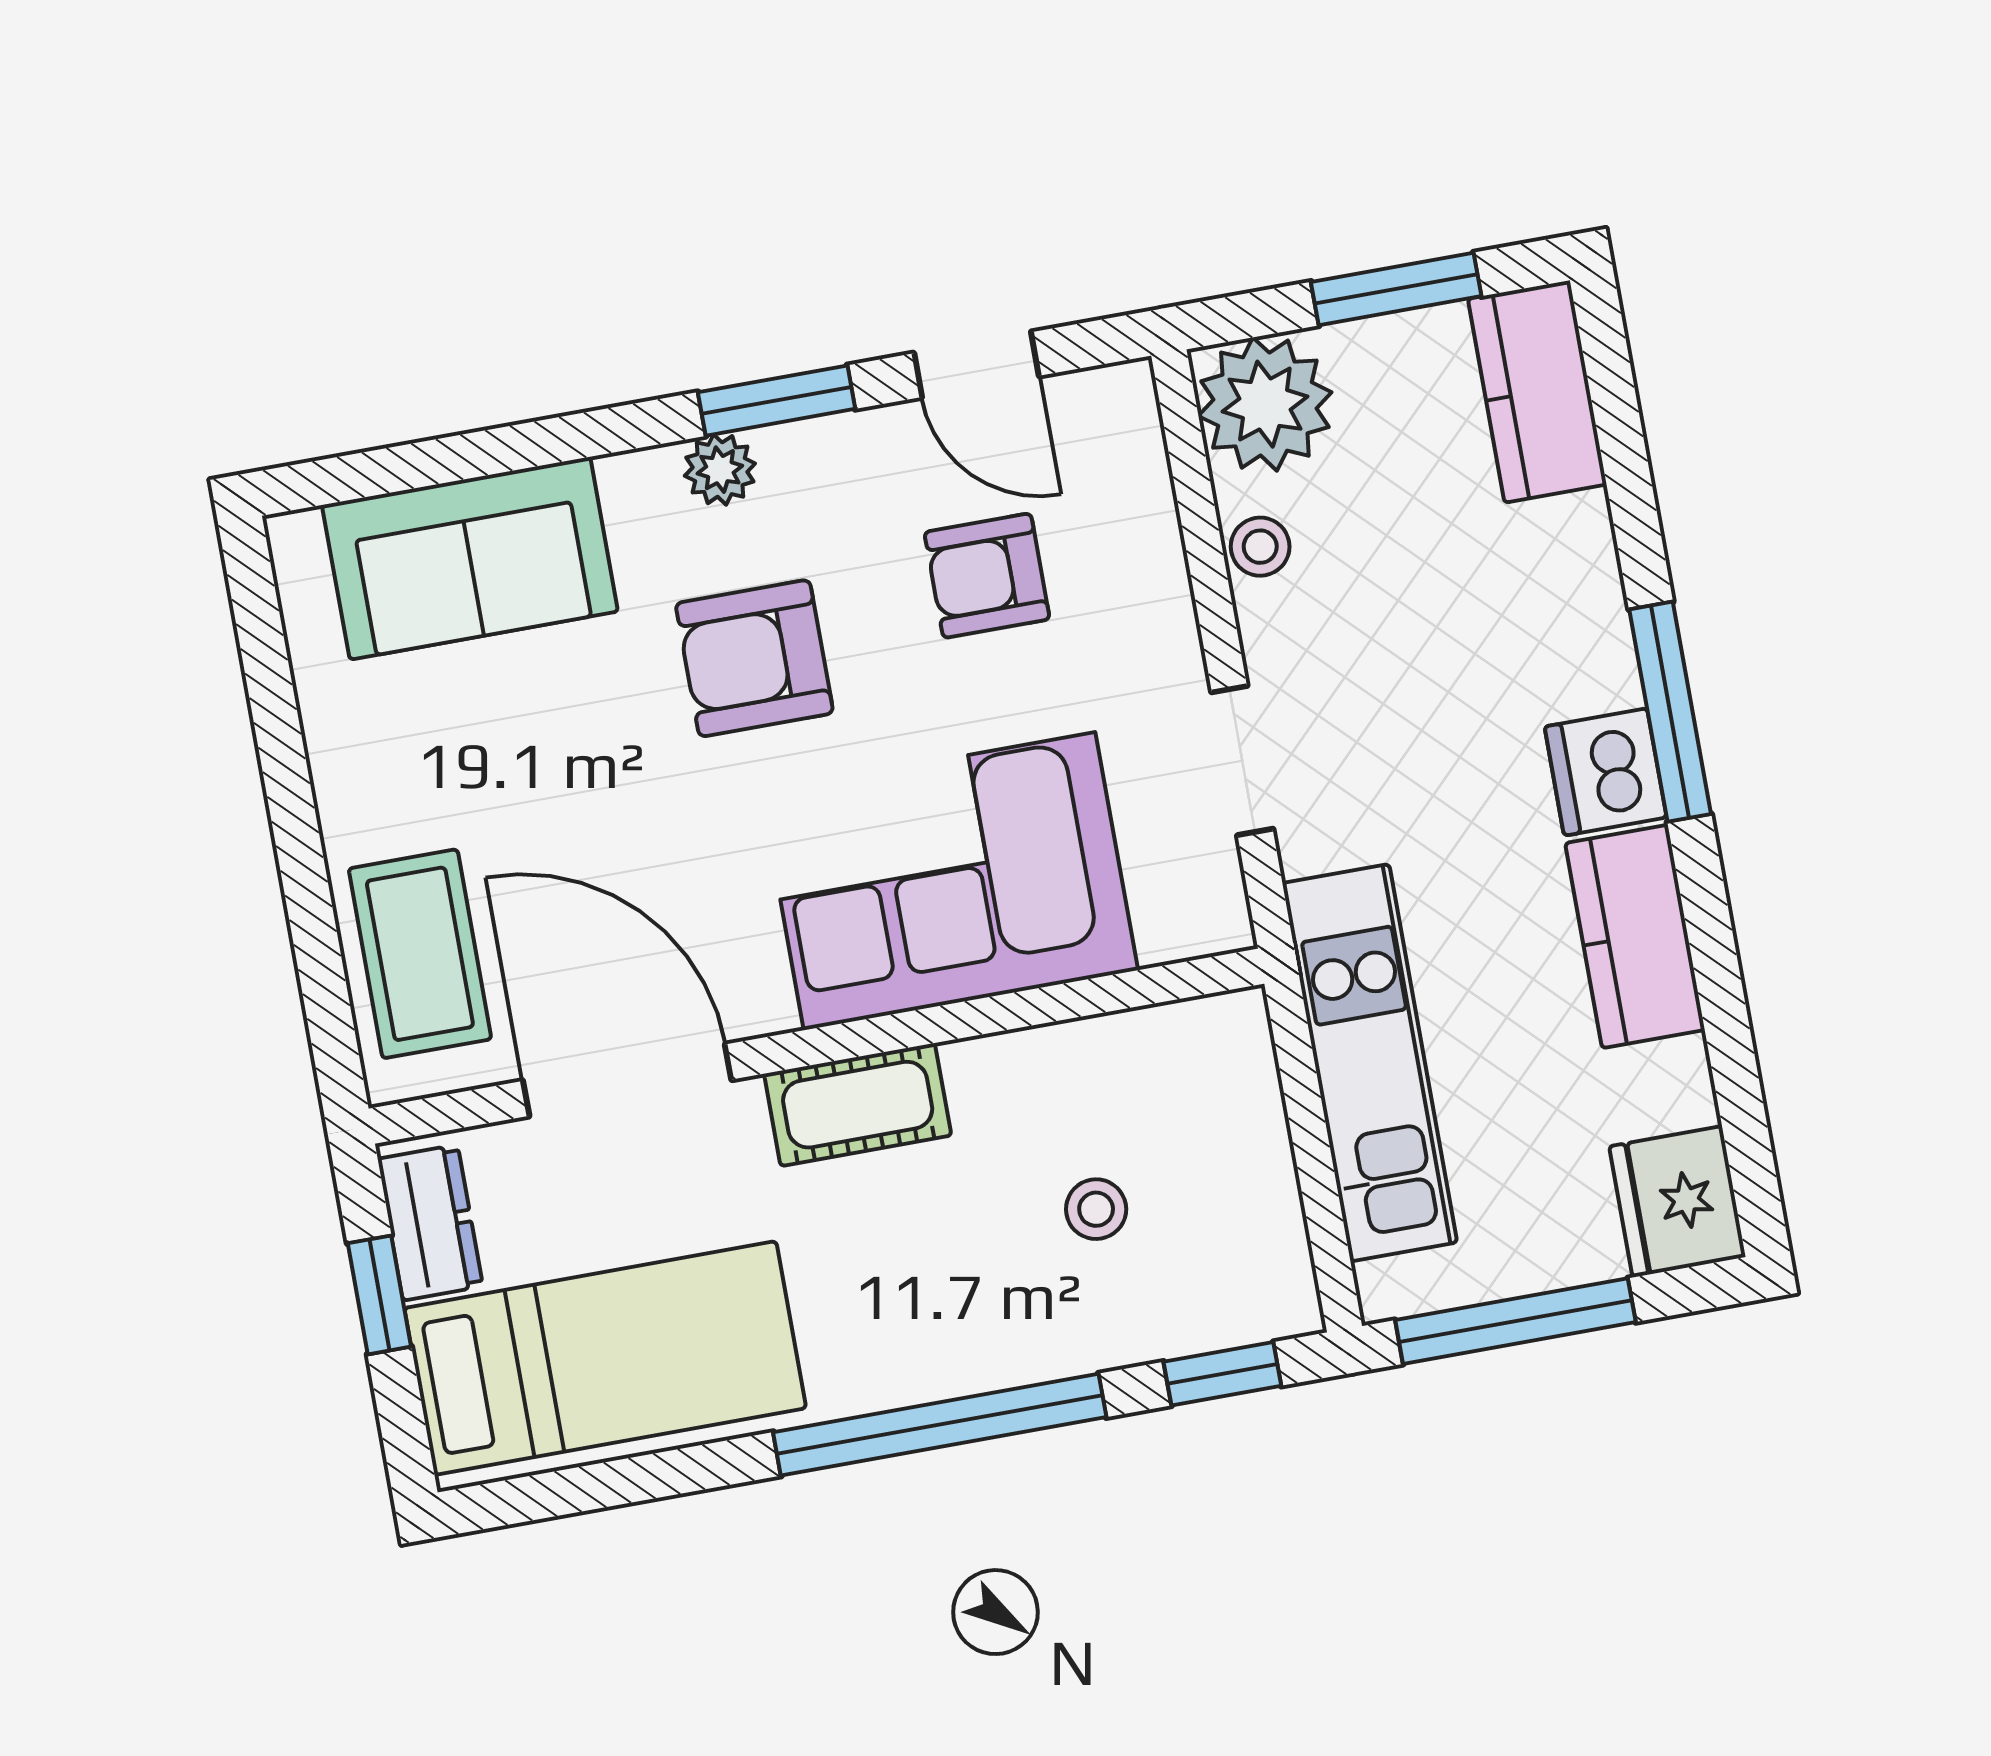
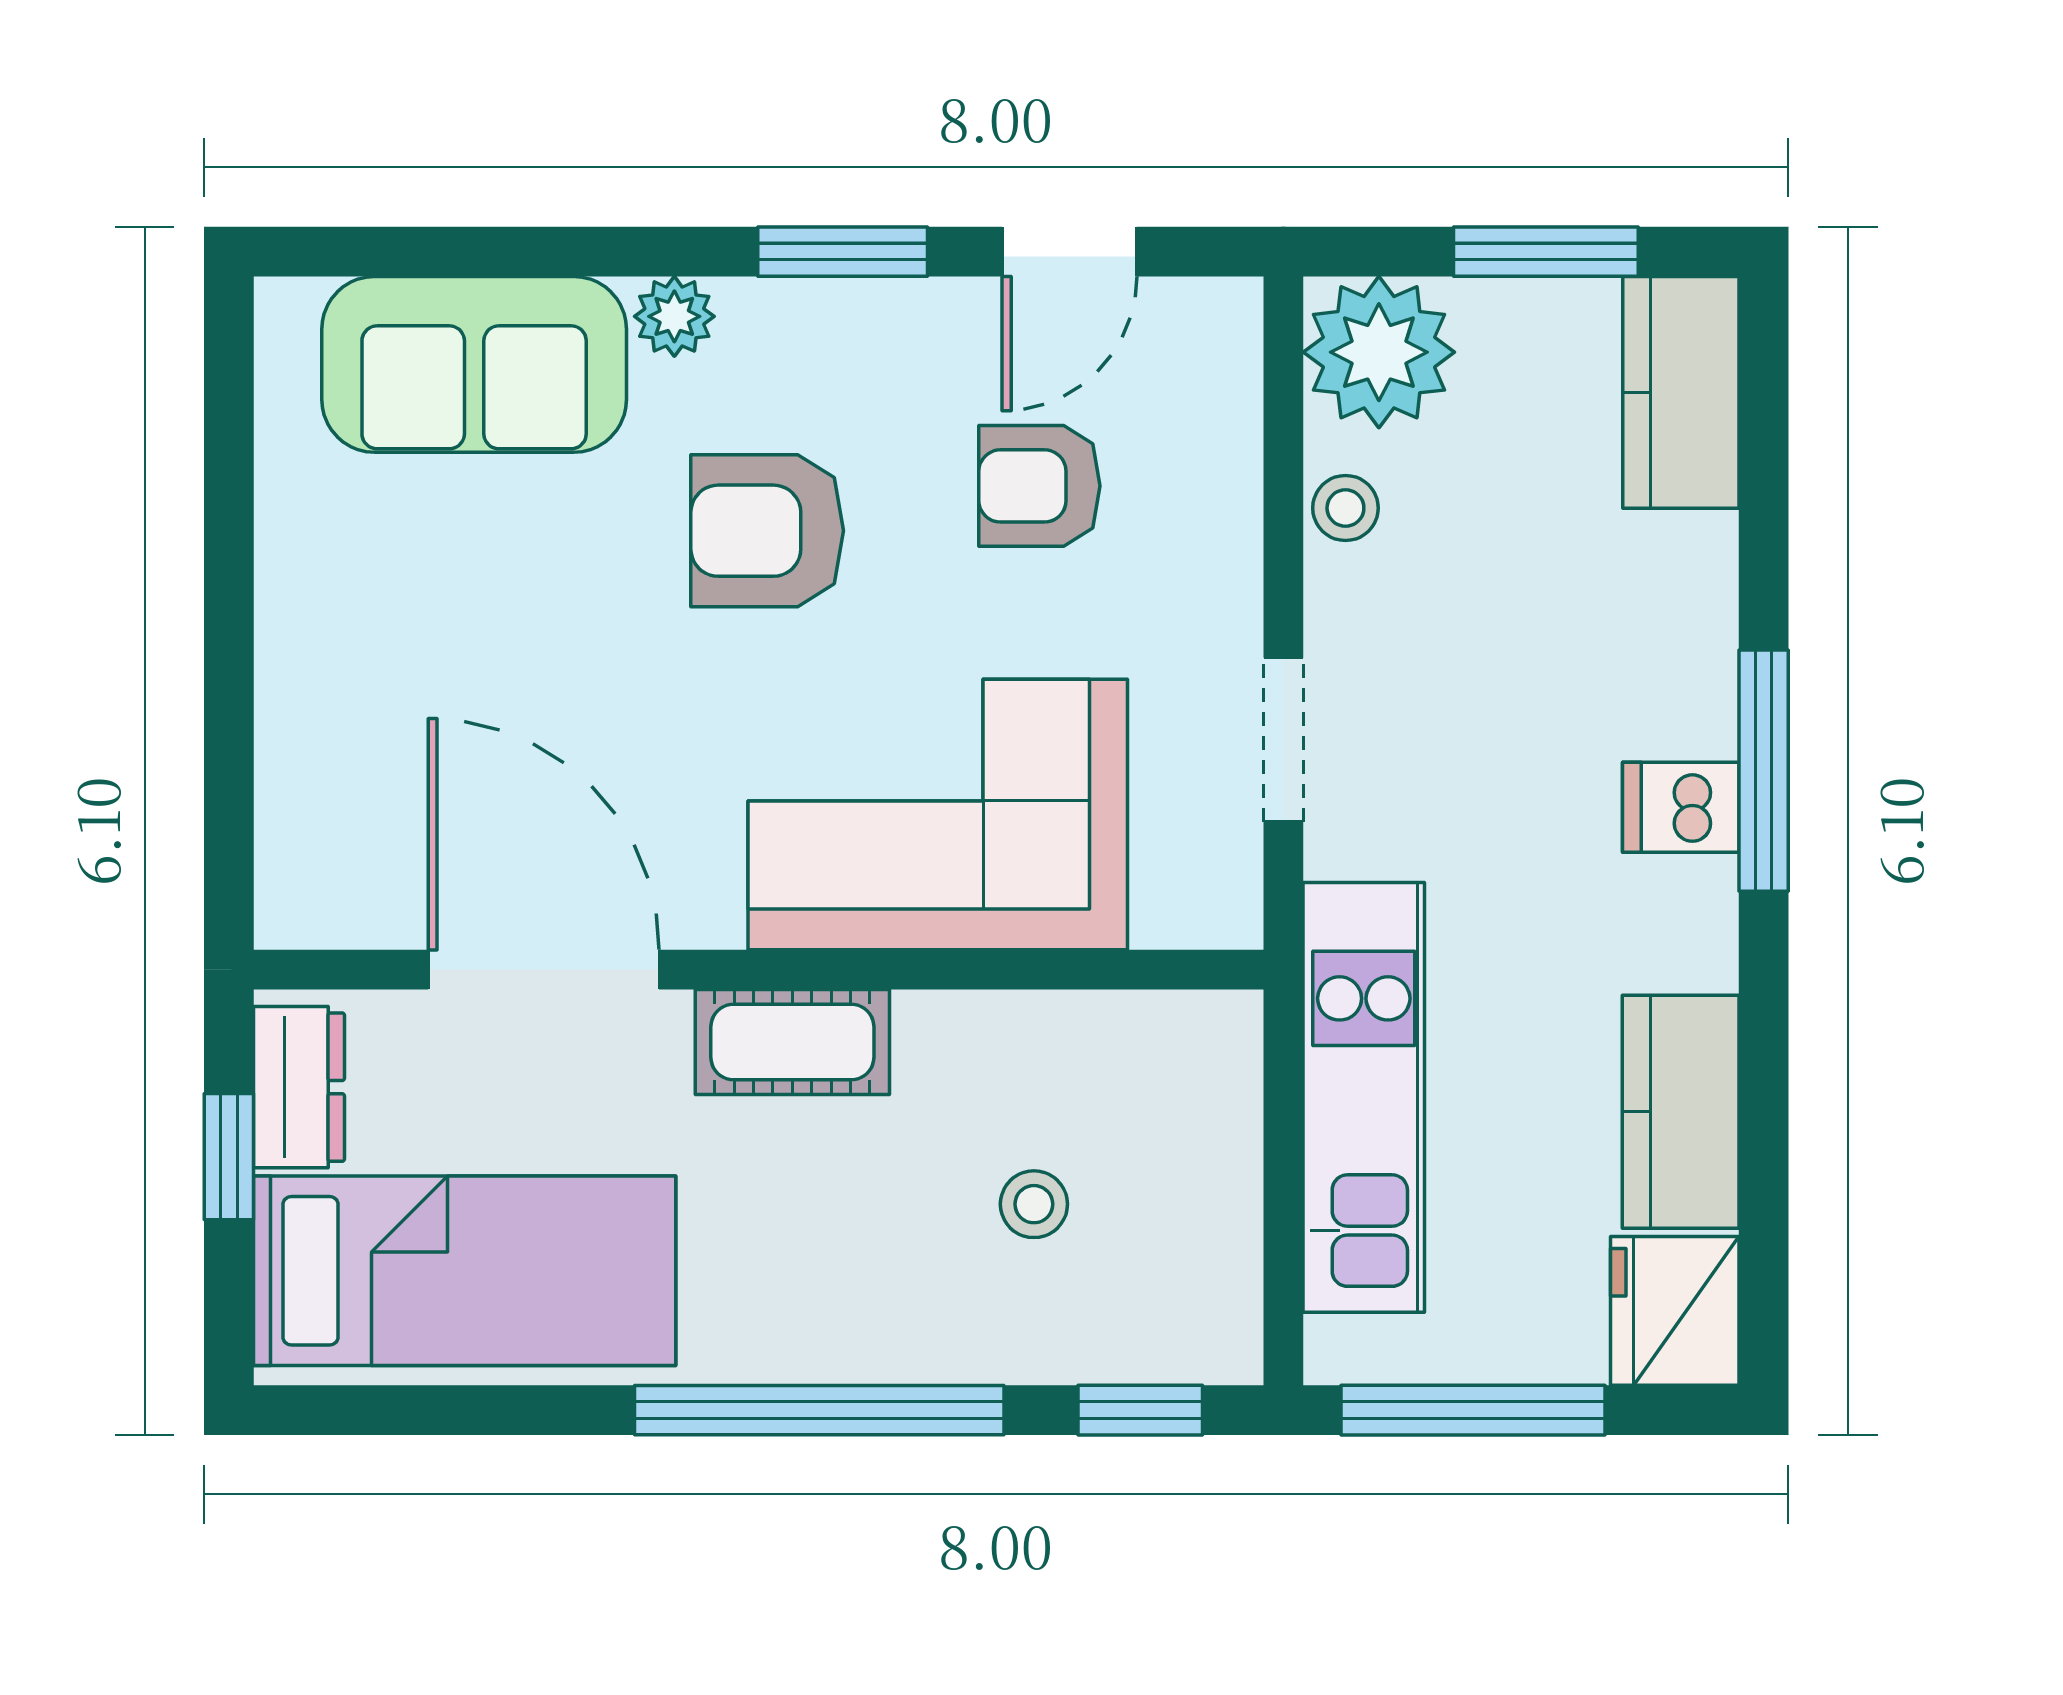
door: (976, 365) -> (1070, 252), hinge flipped
plant: (720, 470) -> (674, 316), moved
dishwasher: (1606, 772) -> (1681, 807), width x0.73
kitchen counter: (1635, 936) -> (1681, 1112), moved
coffee table: (420, 954) -> (341, 790), removed

